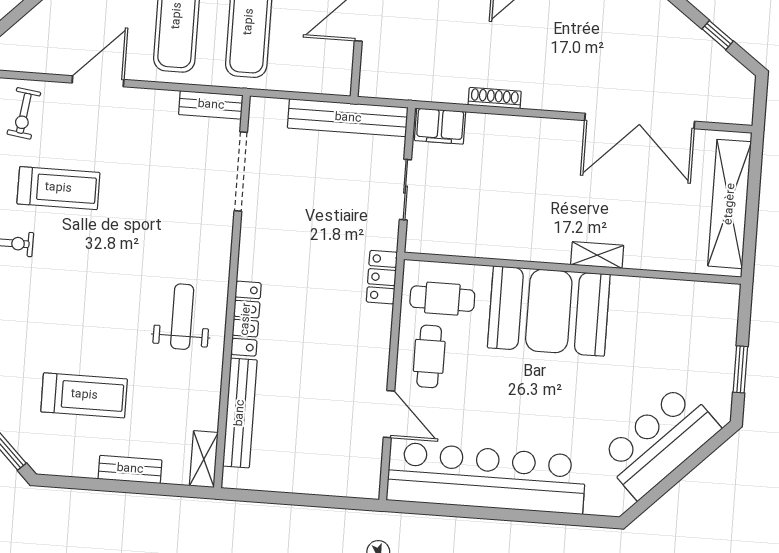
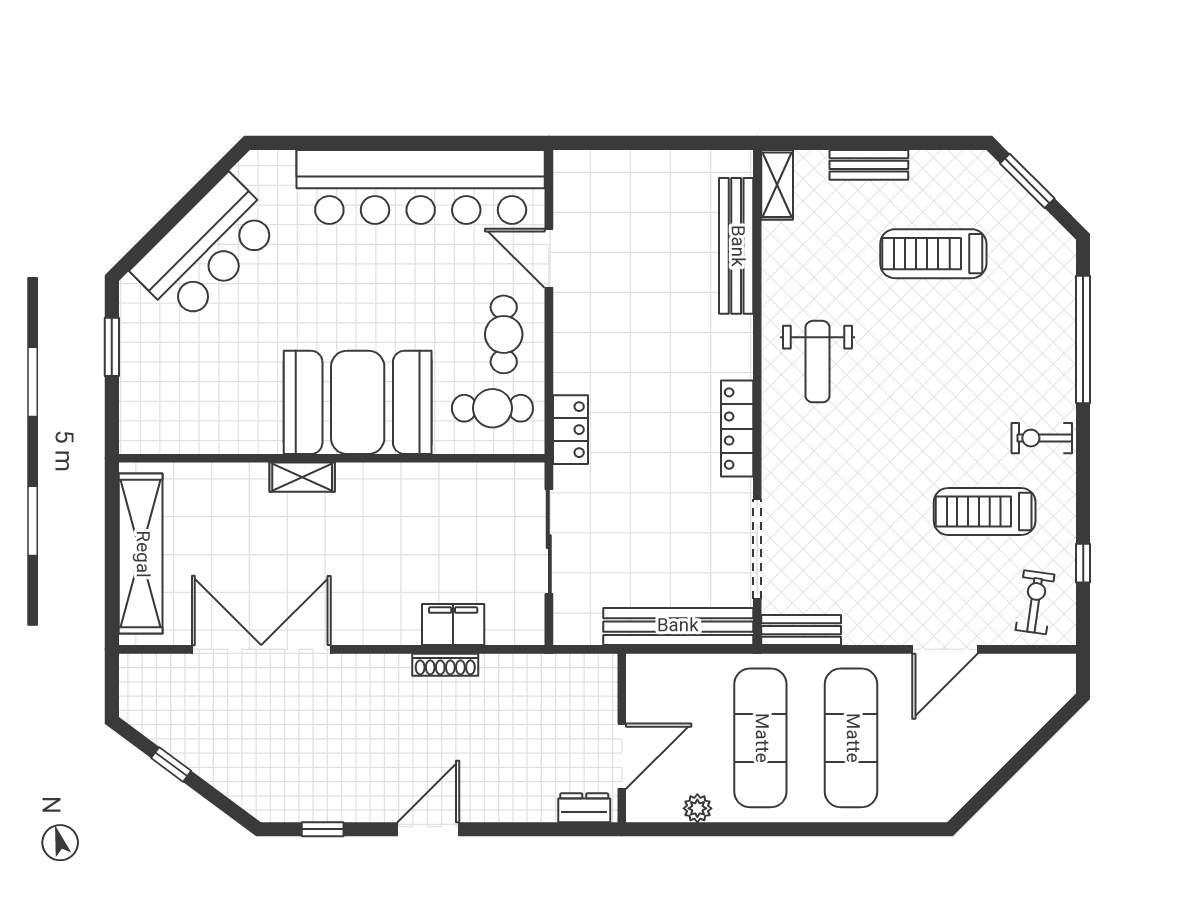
bench: (348, 118) -> (678, 627), moved
filing cabinet: (440, 126) -> (453, 625), moved
sliding door: (405, 190) -> (549, 542), width x1.37
locker: (246, 319) -> (737, 429), moved

